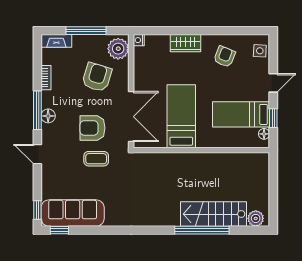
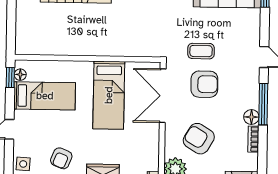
armchair: (97, 77) -> (199, 139), turned 104
floor lamp: (48, 116) -> (251, 117), moved
window: (273, 118) -> (10, 77), moved

